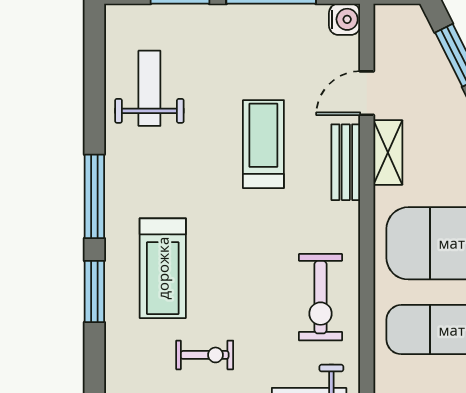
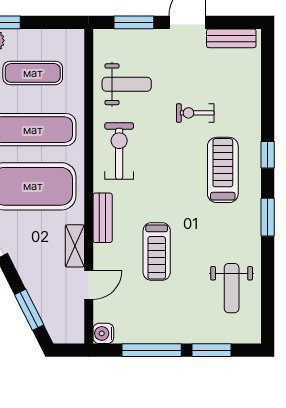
bench: (346, 162) -> (103, 218), moved
window: (94, 196) -> (268, 217), width x0.69
window: (94, 291) -> (268, 155), width x0.67

